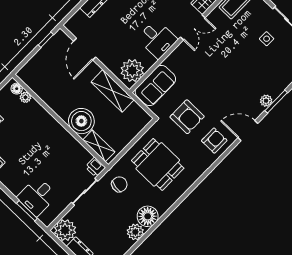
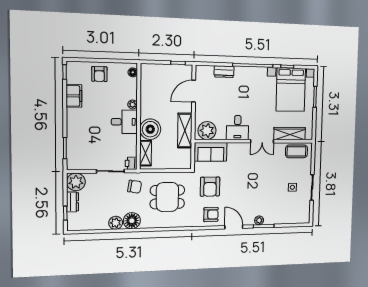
plant: (25, 97) -> (133, 105), moved
dining table: (158, 164) -> (167, 197), turned 90
desk: (37, 196) -> (124, 122), moved, turned 180

